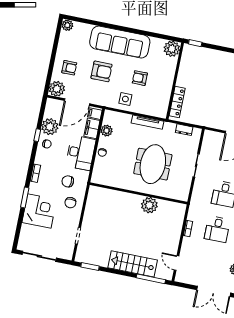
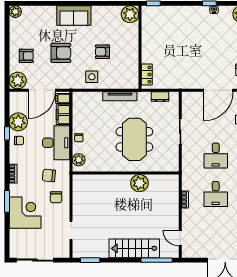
sofa: (120, 42) -> (74, 16), width x0.54, depth x0.79
locker: (177, 102) -> (147, 75), width x0.66
plant: (107, 131) -> (79, 160), moved

